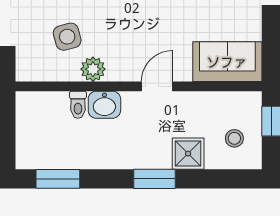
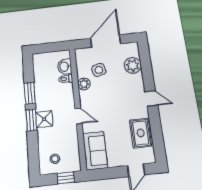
washbasin: (104, 105) -> (65, 67), moved
shower: (188, 154) -> (44, 119), moved
window: (58, 179) -> (30, 93), moved

